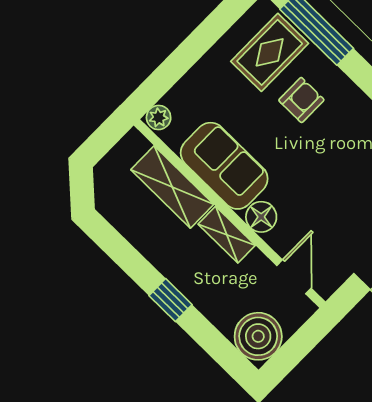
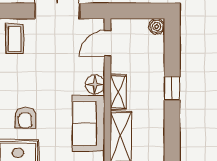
armchair: (301, 100) -> (25, 118), turned -90
boiler: (258, 336) -> (157, 26), width x0.54, depth x0.54

